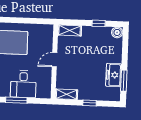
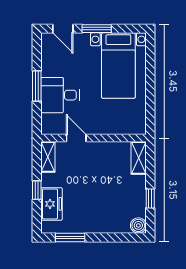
door: (54, 60) -> (76, 138), moved
freezer: (114, 75) -> (51, 204), moved, turned 90

